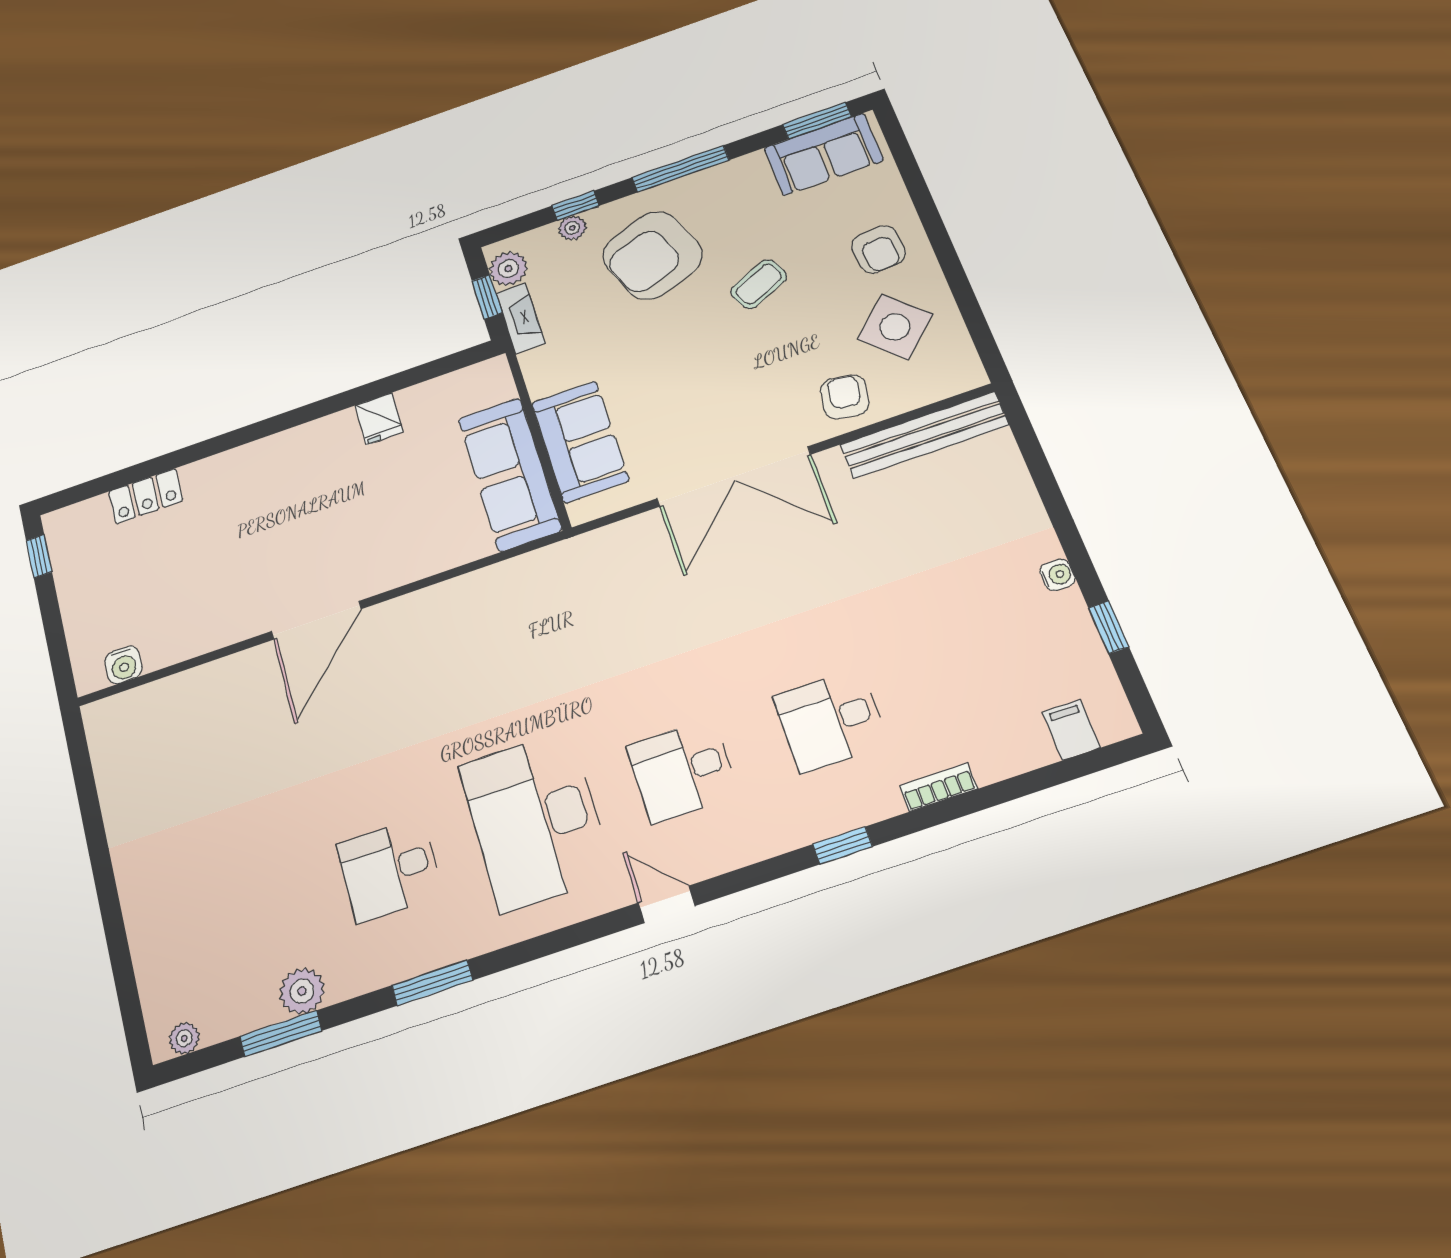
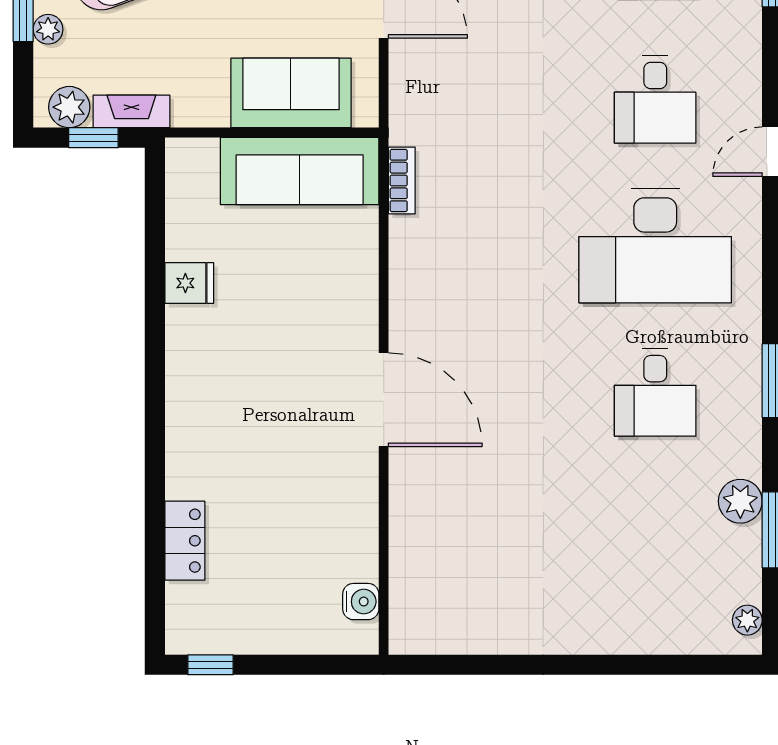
bookcase: (528, 565) -> (402, 180), added

